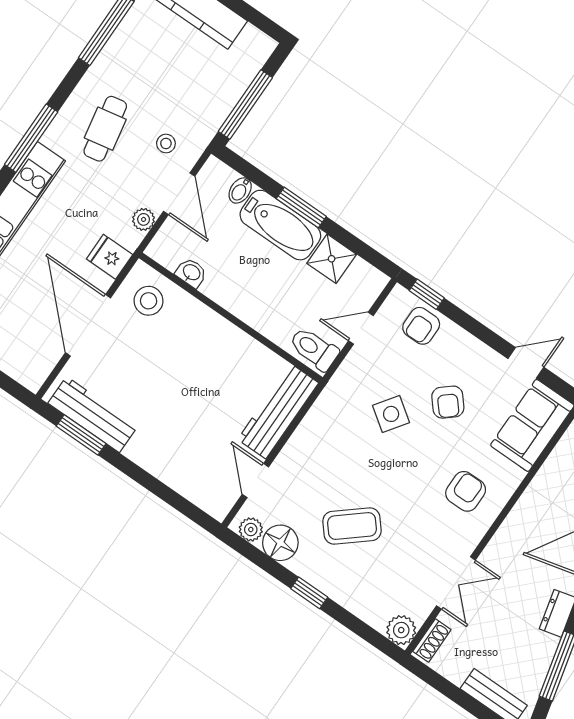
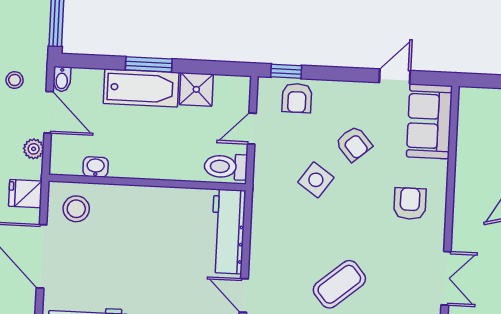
bidet: (240, 191) -> (62, 79), moved

